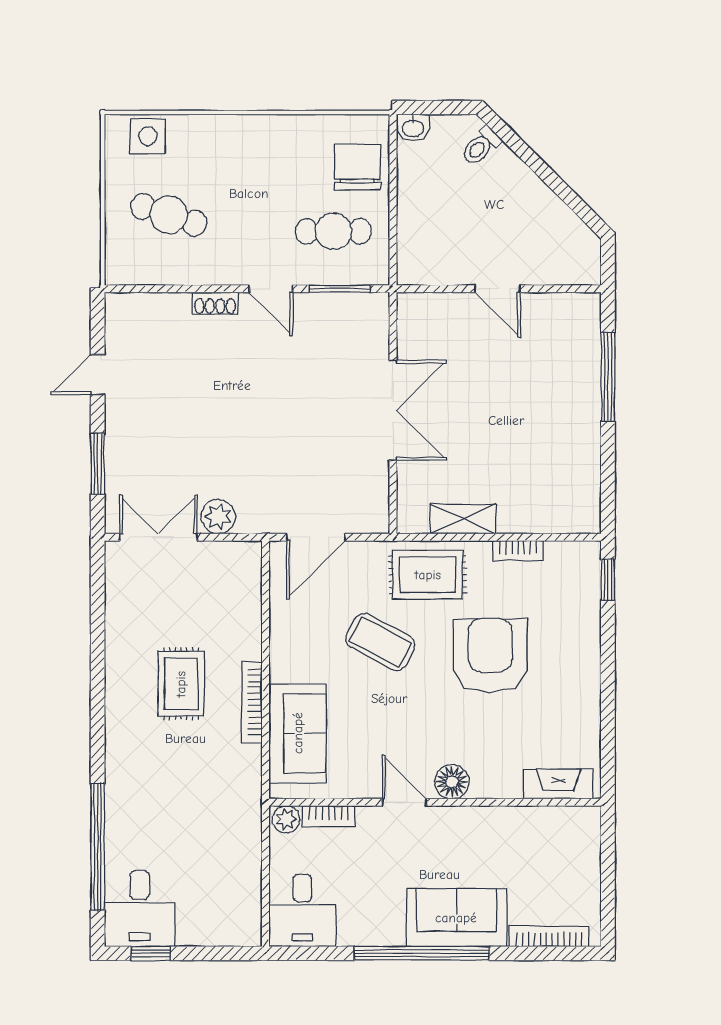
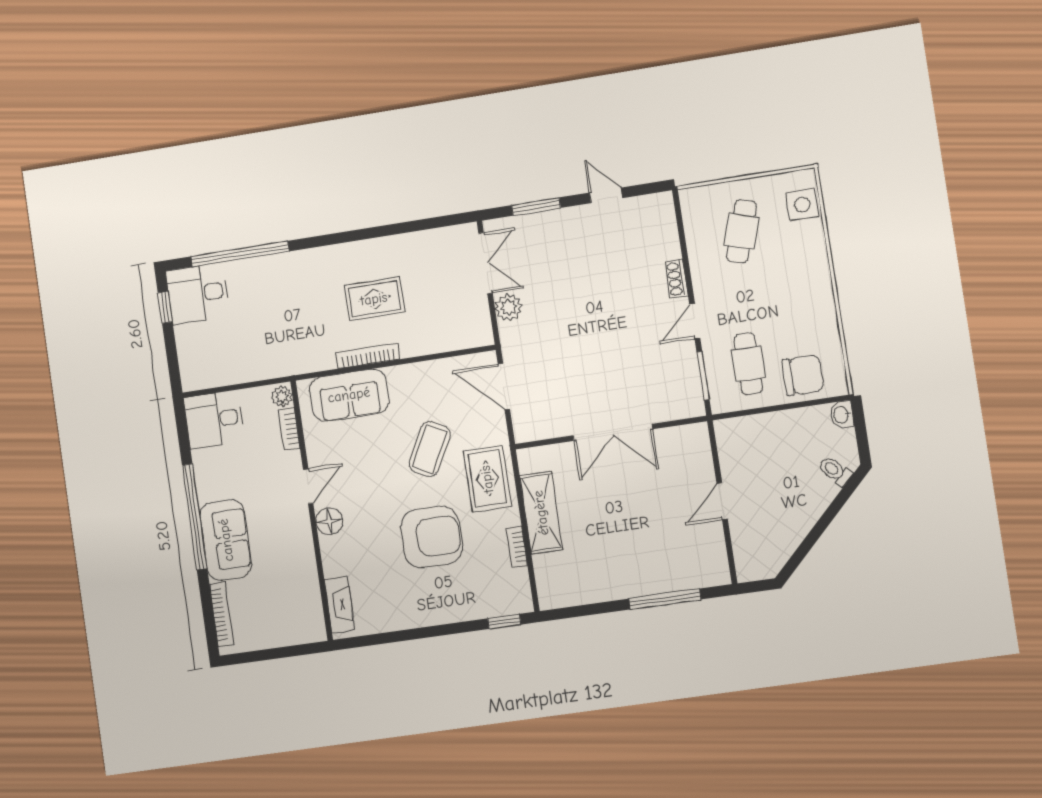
shelving: (463, 519) -> (541, 513), width x1.50, depth x1.33

